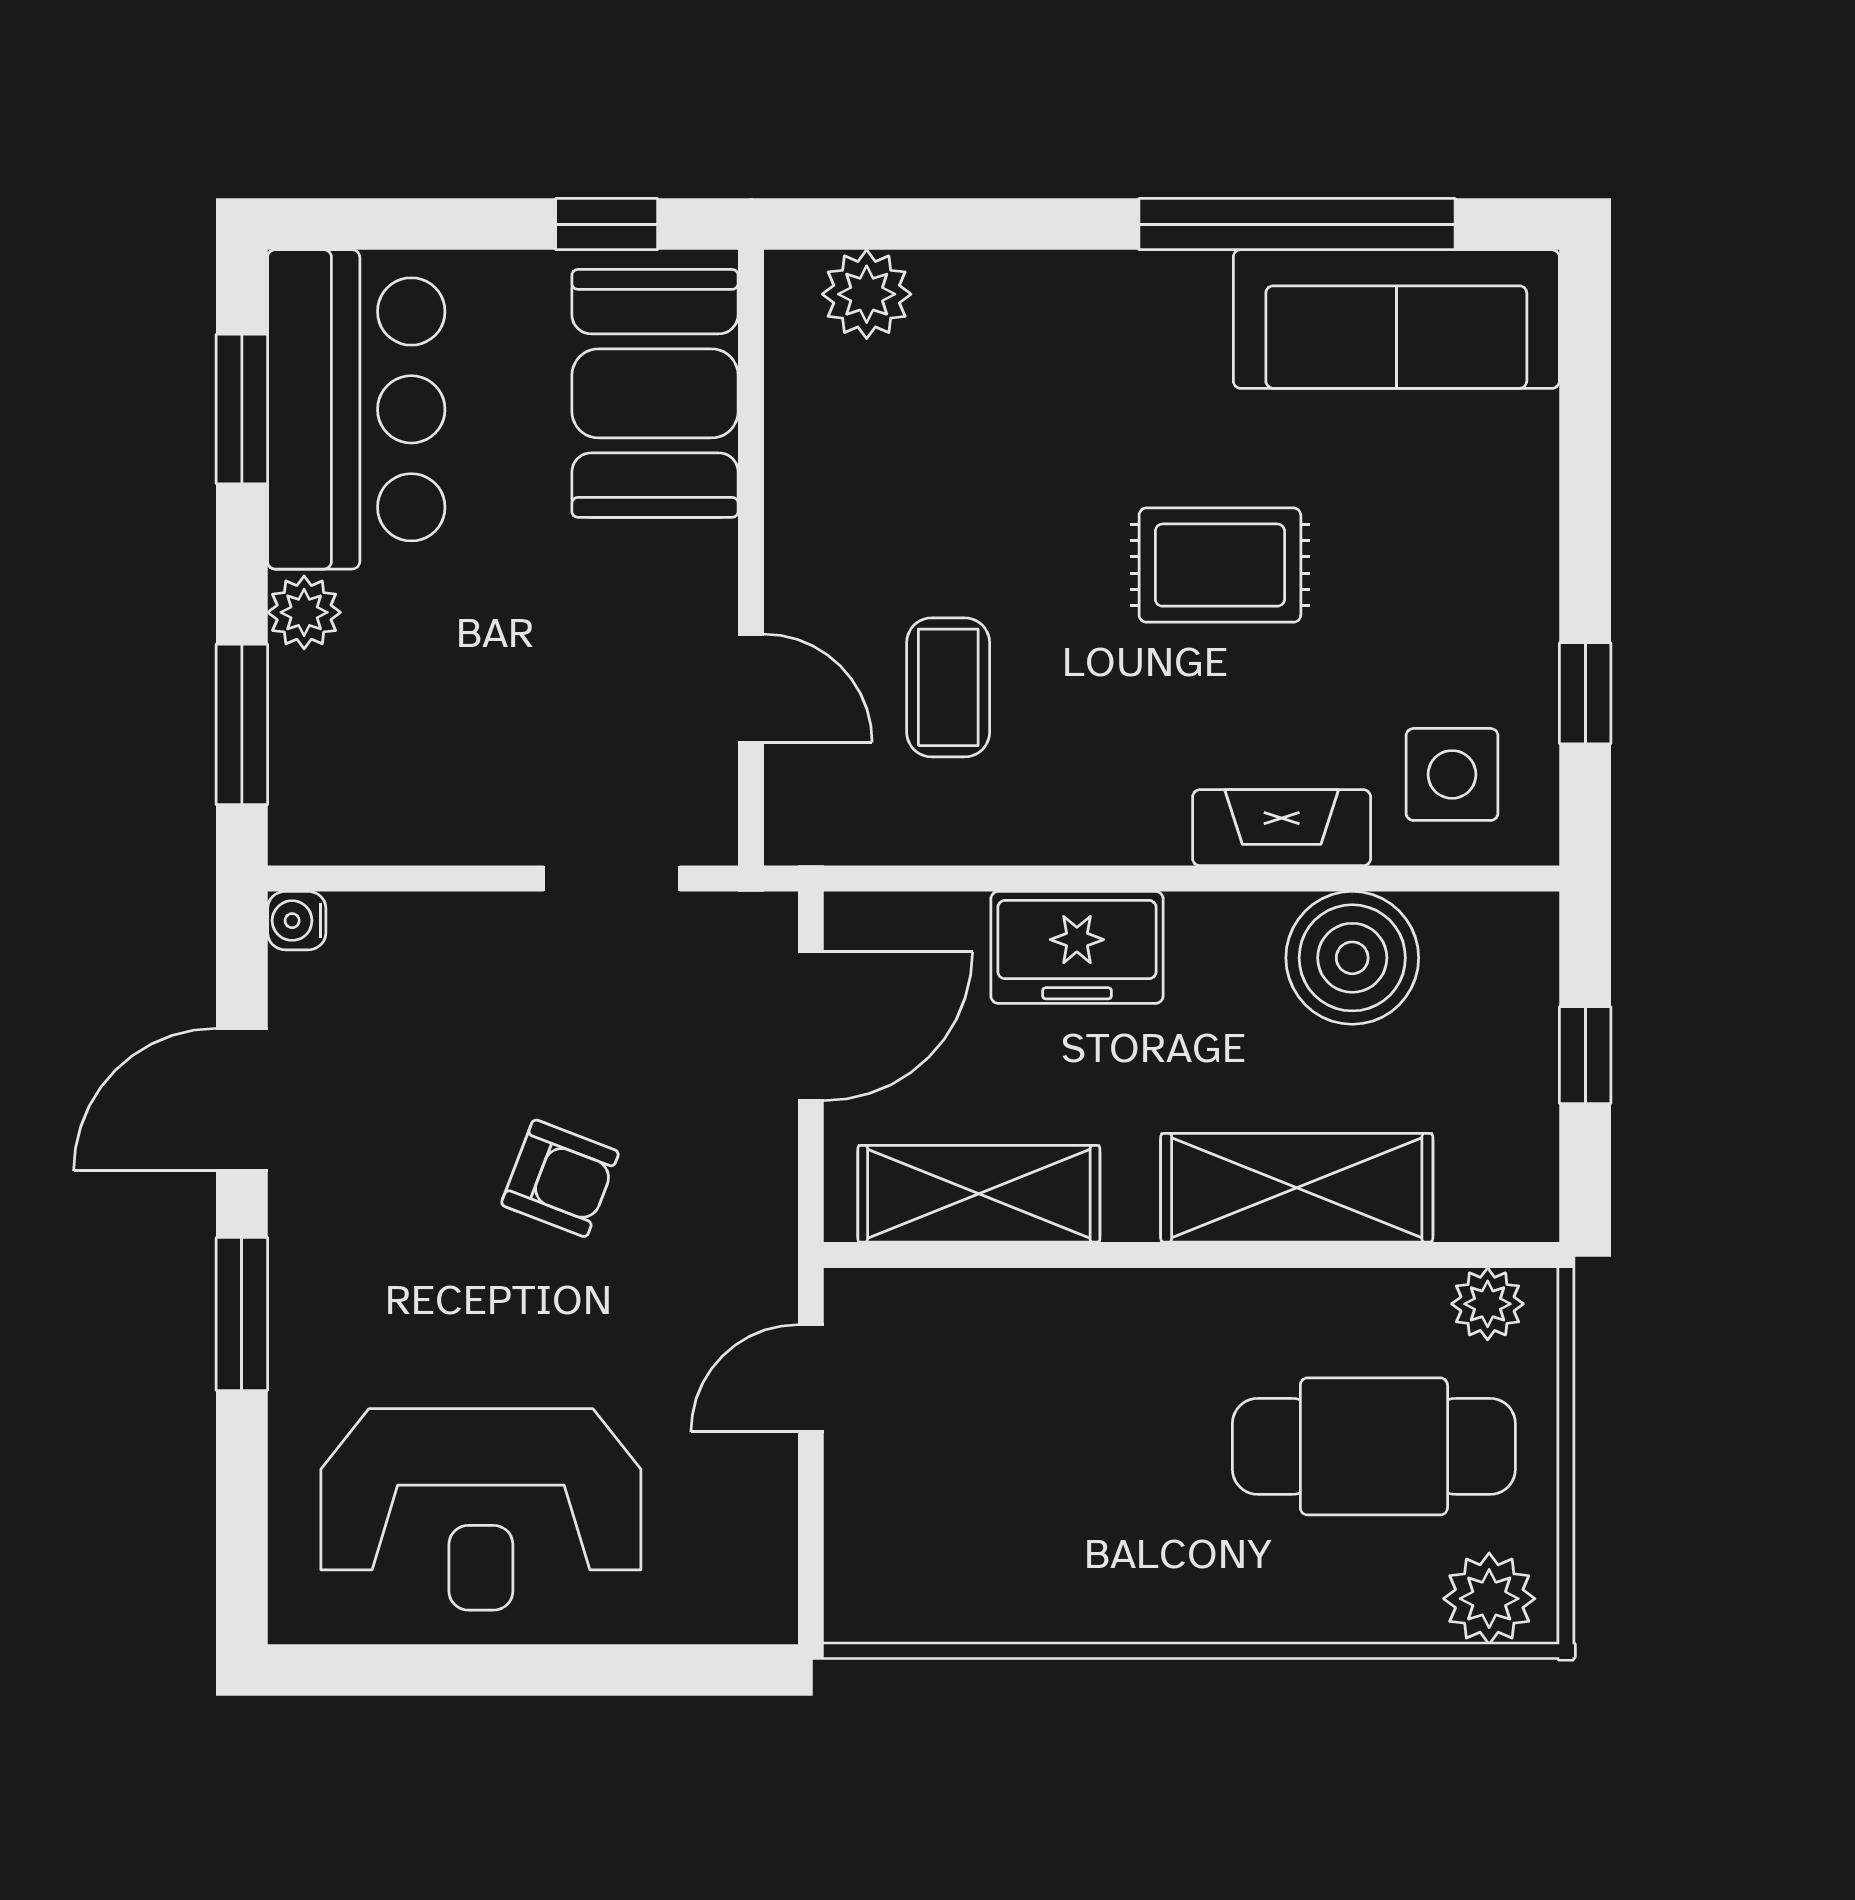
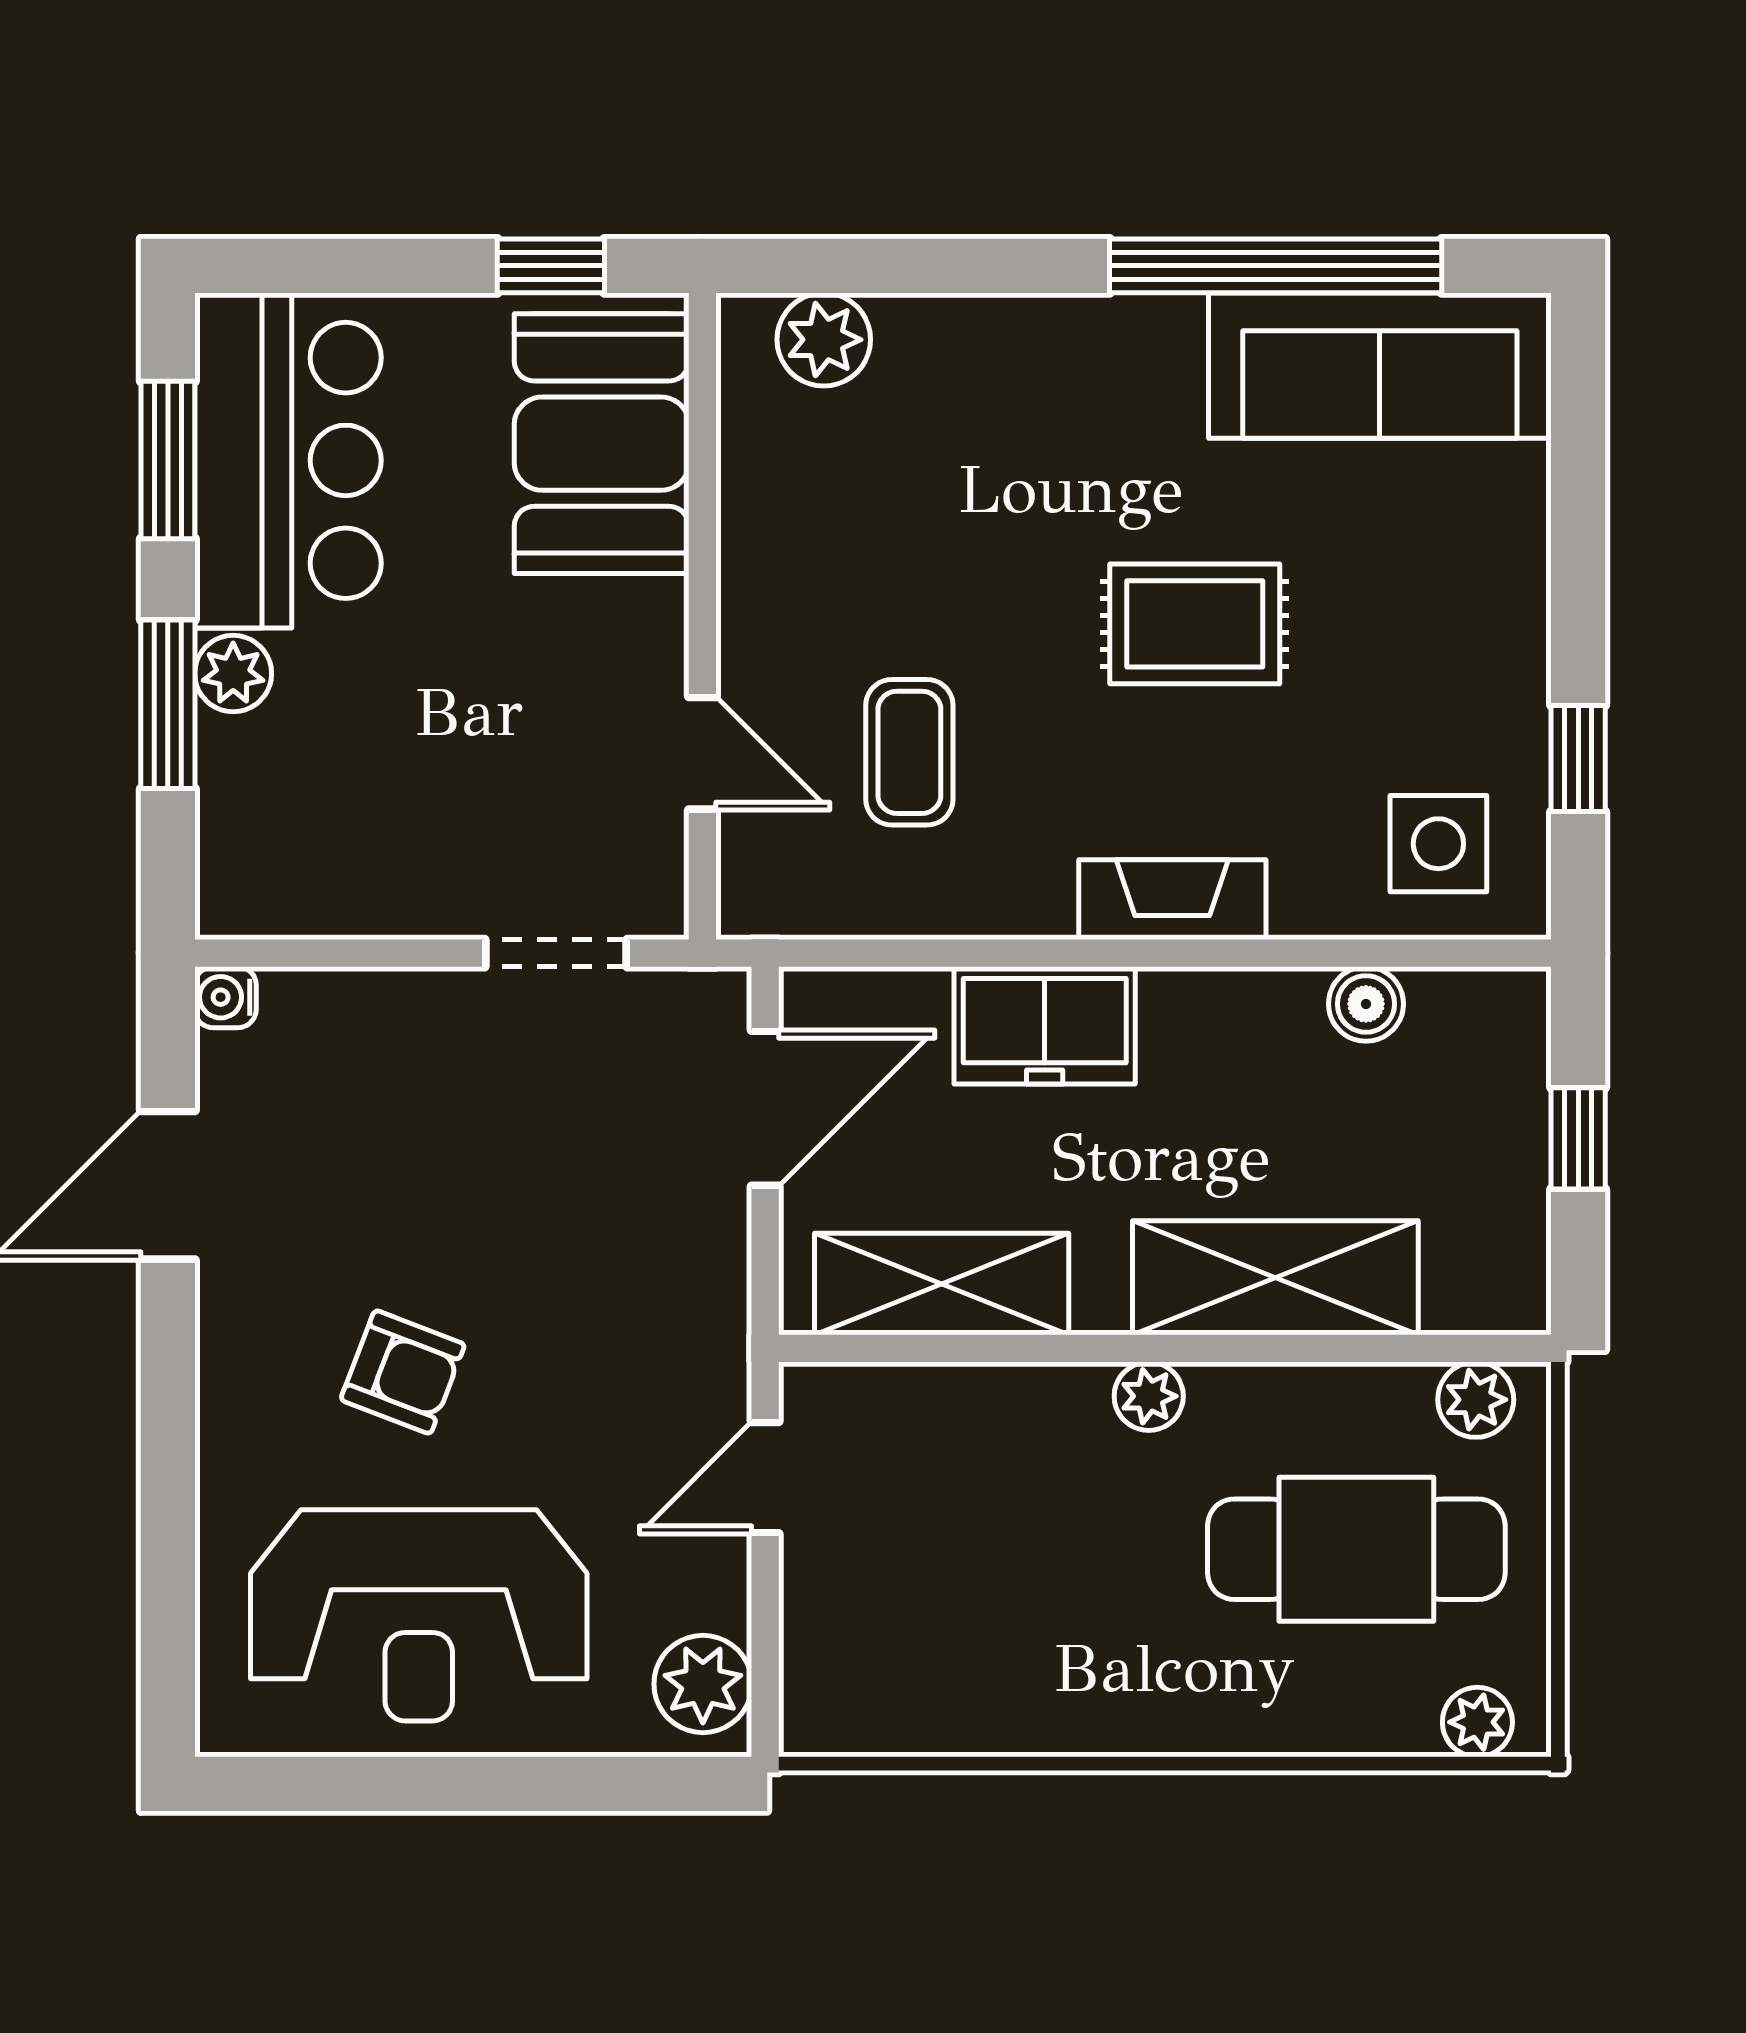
window: (242, 724) -> (168, 704), moved
fireplace: (1282, 828) -> (1172, 900), moved
boiler: (1352, 958) -> (1366, 1004), width x0.54, depth x0.54
armchair: (560, 1178) -> (403, 1372), moved
plant: (1176, 1301) -> (1149, 1396), added
window: (242, 1314) -> (168, 1410), removed
plant: (752, 1575) -> (703, 1684), added
plant: (1489, 1599) -> (1477, 1722), width x0.73, depth x0.73

